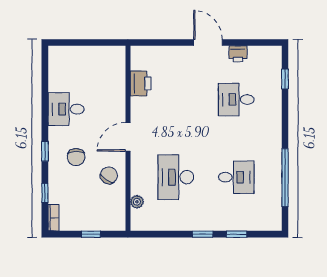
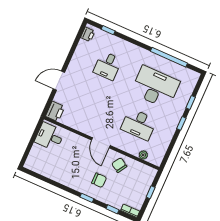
door: (208, 43) -> (59, 81), moved
printer: (238, 54) -> (88, 34), moved
printer: (141, 83) -> (55, 111), moved, turned 90
desk: (66, 109) -> (50, 137), moved, turned 90
desk: (236, 177) -> (155, 87), width x1.87, depth x1.30

